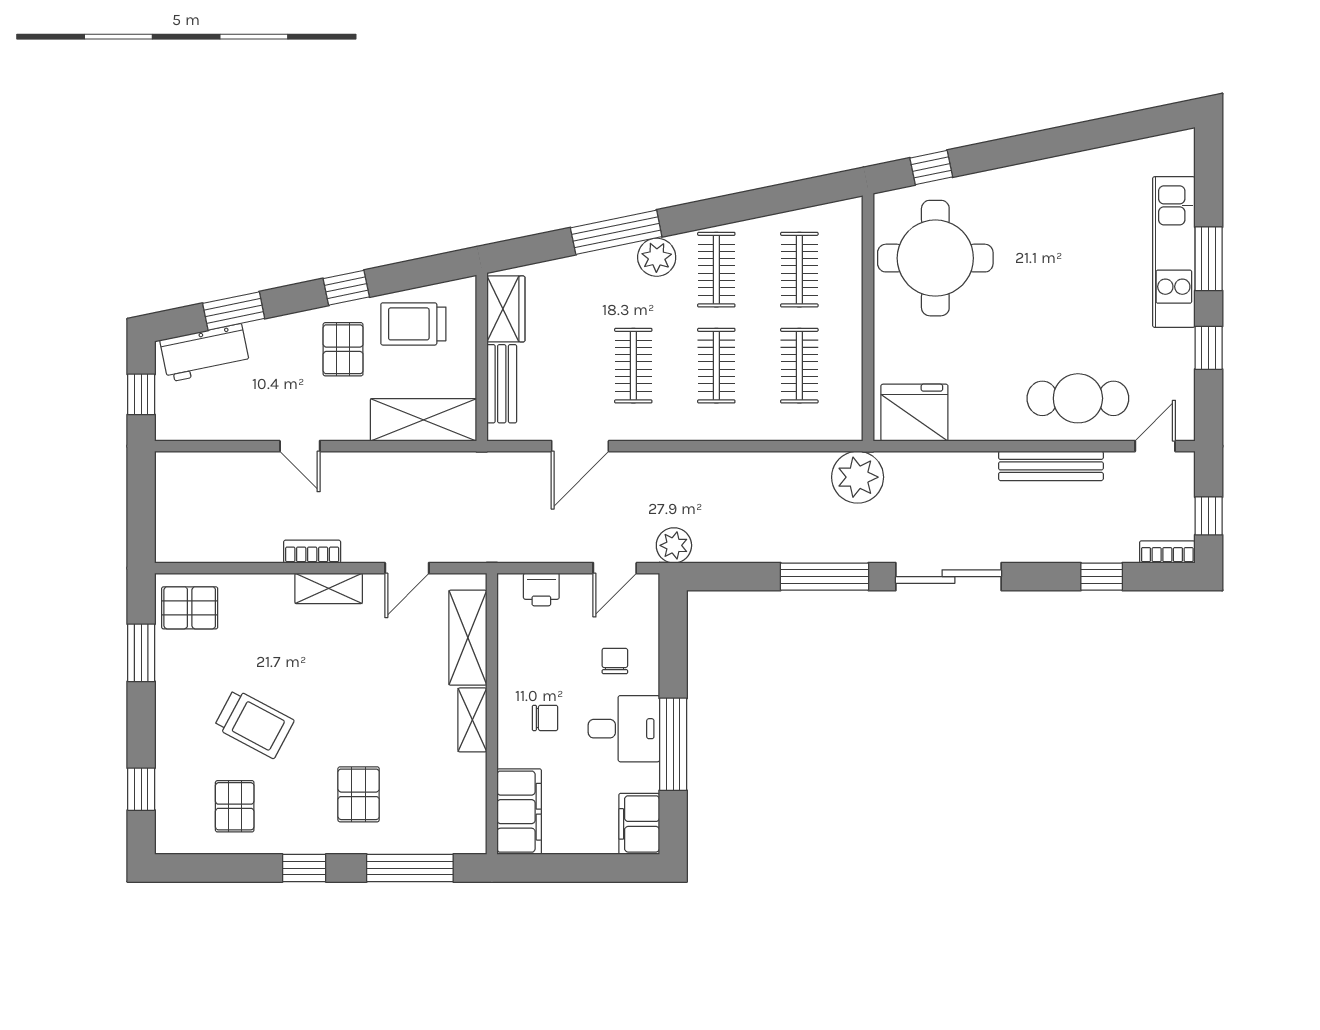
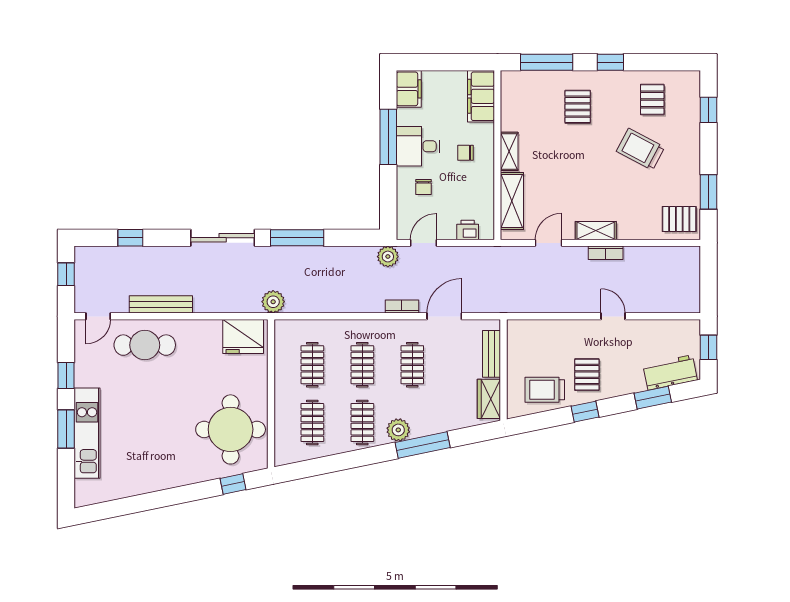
trolley: (413, 324) -> (545, 390), turned 180
shelving: (423, 420) -> (539, 332), removed
plant: (858, 477) -> (273, 302), width x0.73, depth x0.73
bookcase: (1167, 552) -> (402, 307), moved, turned 180

